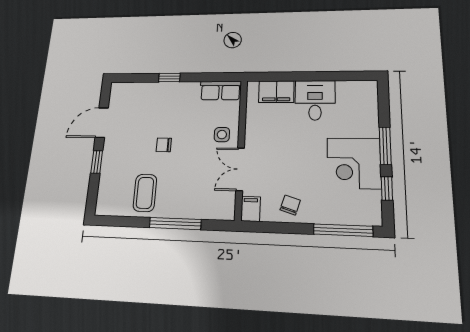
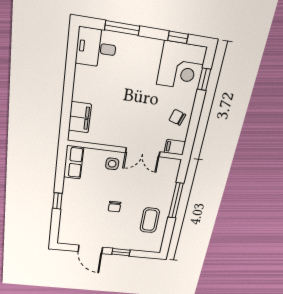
desk: (315, 100) -> (96, 48), moved
window: (385, 146) -> (122, 28), moved
corner desk: (354, 163) -> (181, 66), moved
coffee table: (145, 193) -> (150, 220), turned 90
window: (343, 230) -> (204, 79), width x0.46

